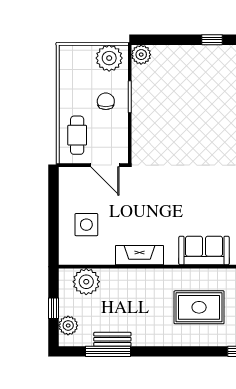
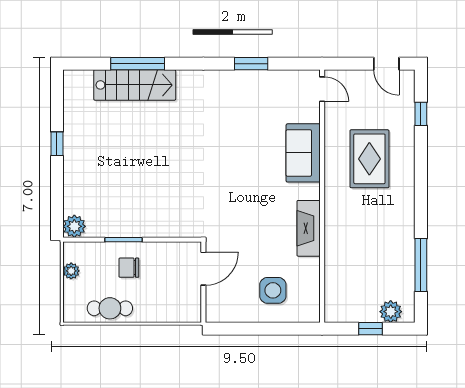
plant: (109, 58) -> (71, 271), width x0.53, depth x0.53
cafe table: (77, 135) -> (110, 308), moved
plant: (86, 282) -> (340, 291), removed
bench: (112, 339) -> (407, 260), removed

